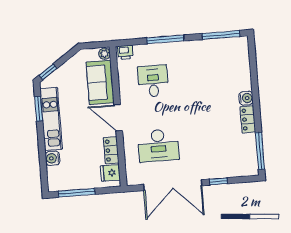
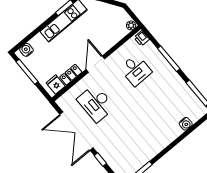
desk: (153, 81) -> (136, 70), turned 90
sofa: (100, 82) -> (110, 36), removed
water cooler: (246, 98) -> (186, 124), moved
locker: (248, 119) -> (155, 150), removed
water cooler: (53, 158) -> (26, 50), moved

